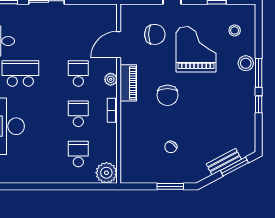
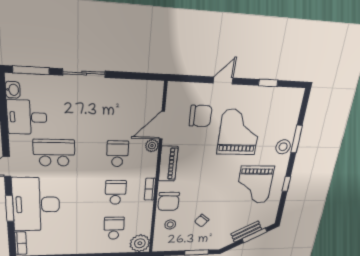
stool: (235, 30) -> (170, 225), moved
window: (259, 73) -> (297, 139), moved
plant: (111, 79) -> (152, 146), moved
chair: (167, 95) -> (169, 201), moved
grand piano: (223, 105) -> (254, 185), added

